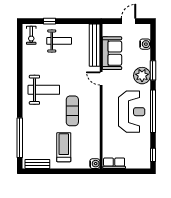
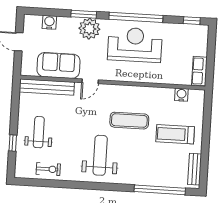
exercise bike: (31, 35) -> (48, 169), moved
water cooler: (95, 164) -> (181, 95), moved

